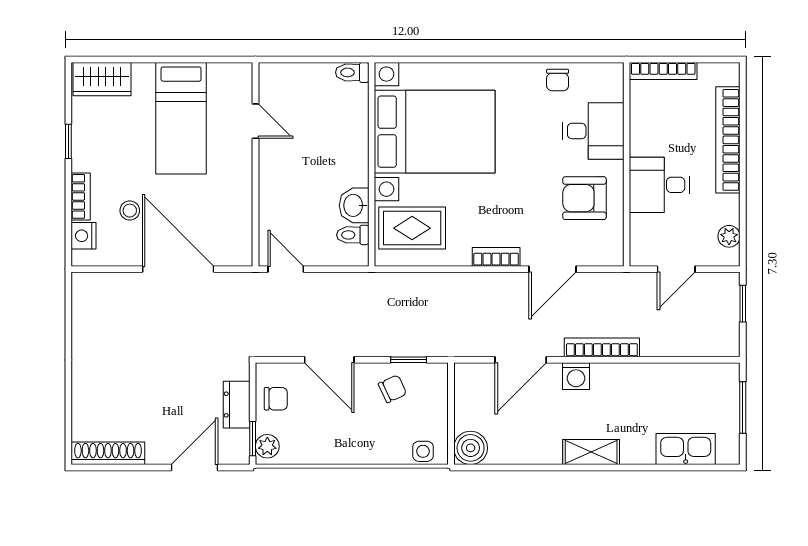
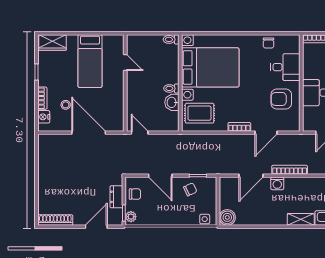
toilet: (353, 235) -> (171, 88), moved
shelving: (591, 452) -> (301, 219), moved

